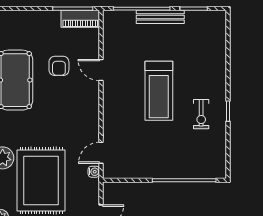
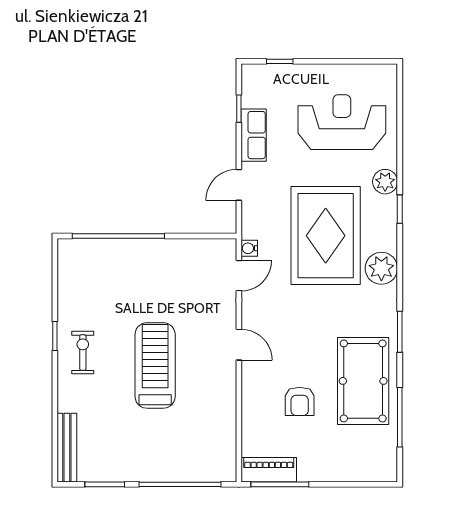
bench: (160, 17) -> (67, 448), moved, turned 90
armchair: (59, 66) -> (300, 401), turned 180
door: (101, 70) -> (239, 345), moved
exercise bike: (201, 114) -> (83, 353), moved

